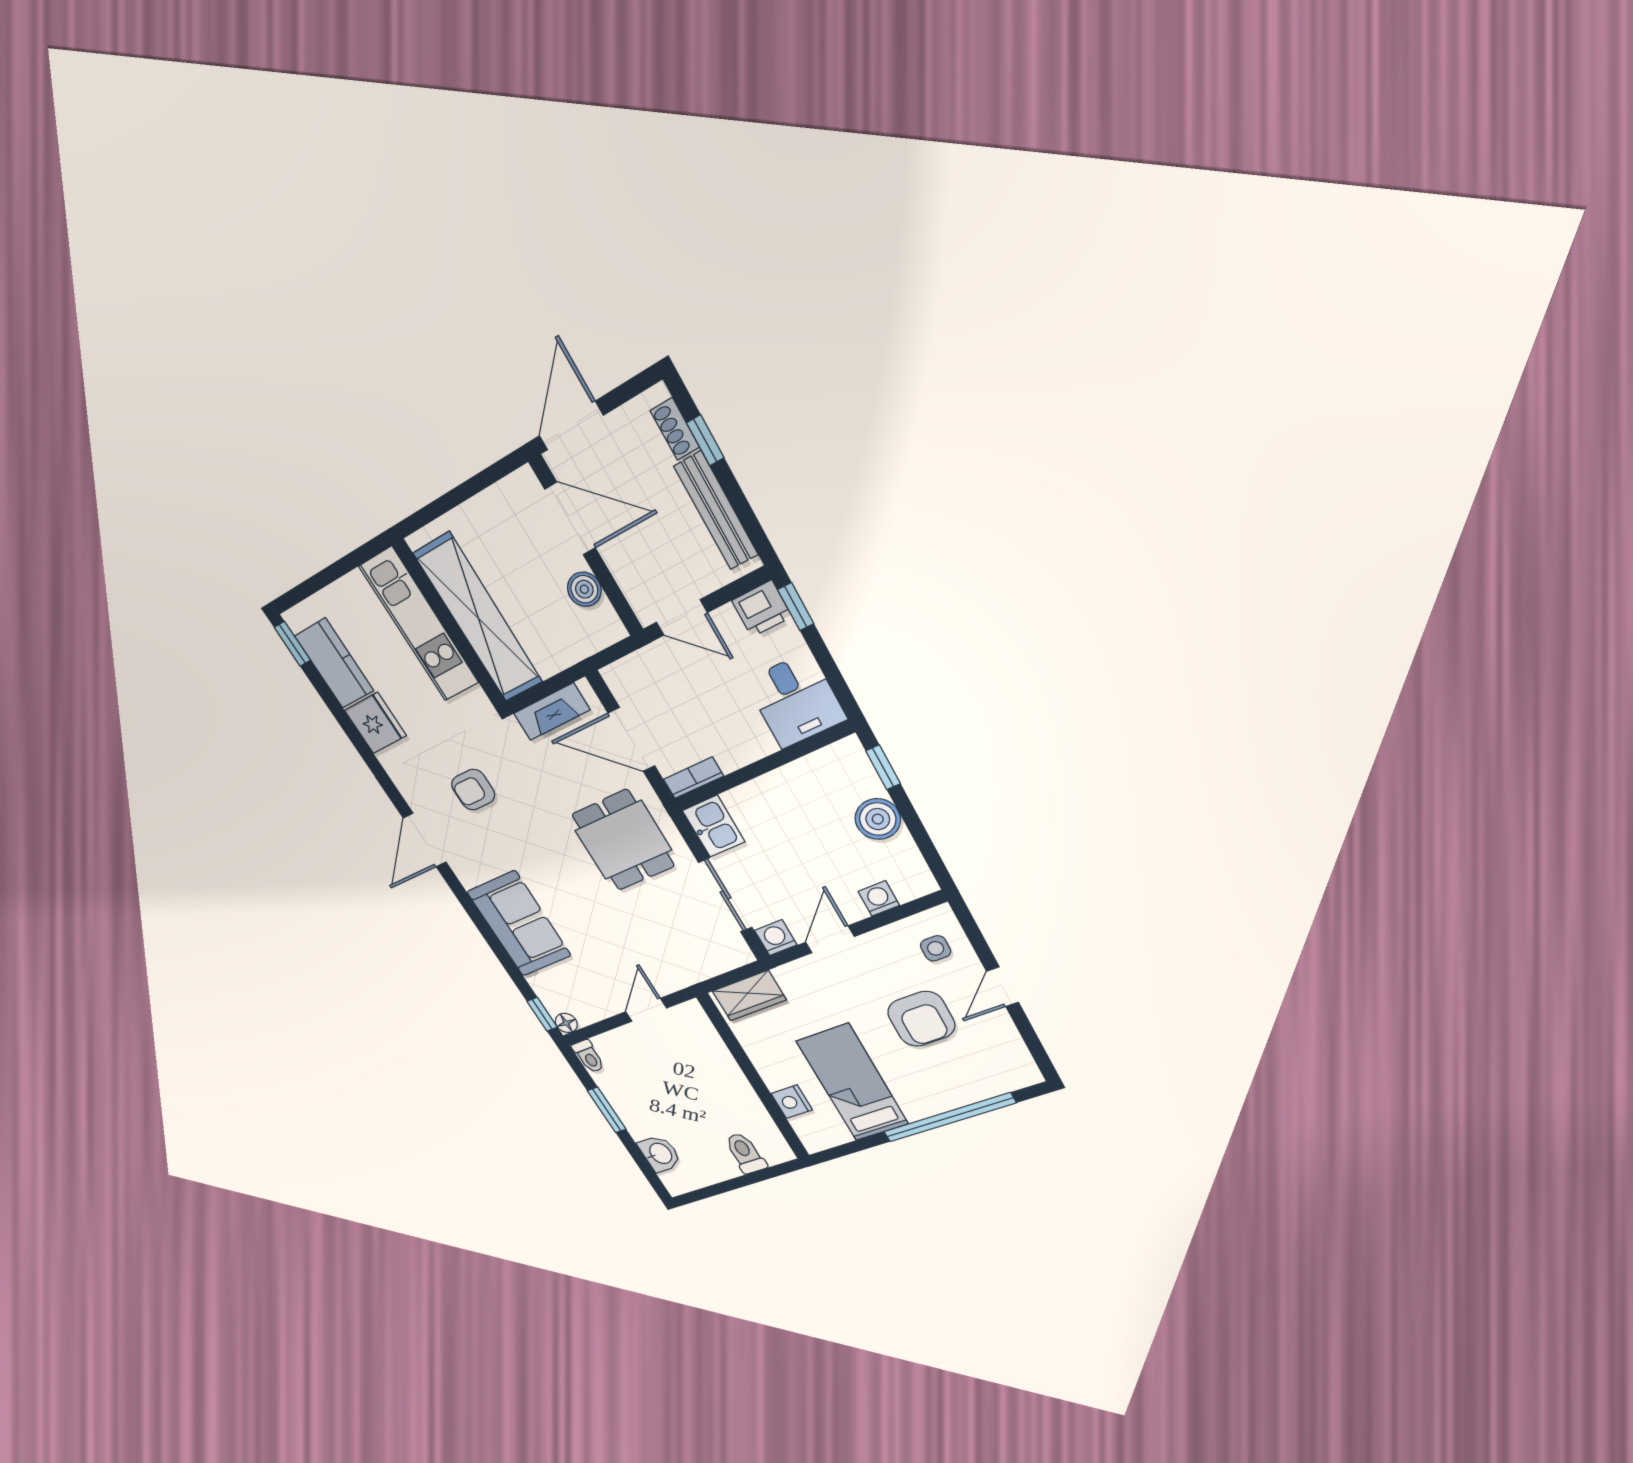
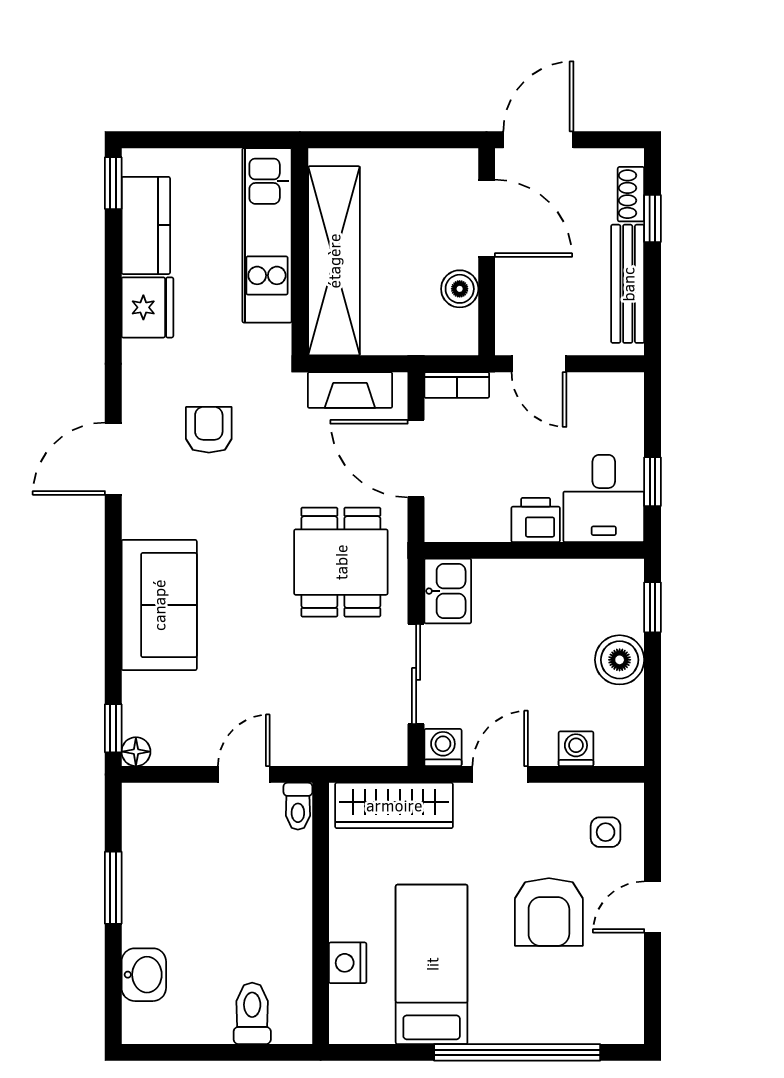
window: (796, 607) -> (652, 482), moved
printer: (762, 609) -> (536, 520), moved, turned 180
bookcase: (693, 778) -> (457, 385), moved, turned 180
armchair: (473, 790) -> (209, 430), turned 90
wardrobe: (749, 996) -> (394, 805), width x1.50
toilet: (589, 1056) -> (298, 806), moved

